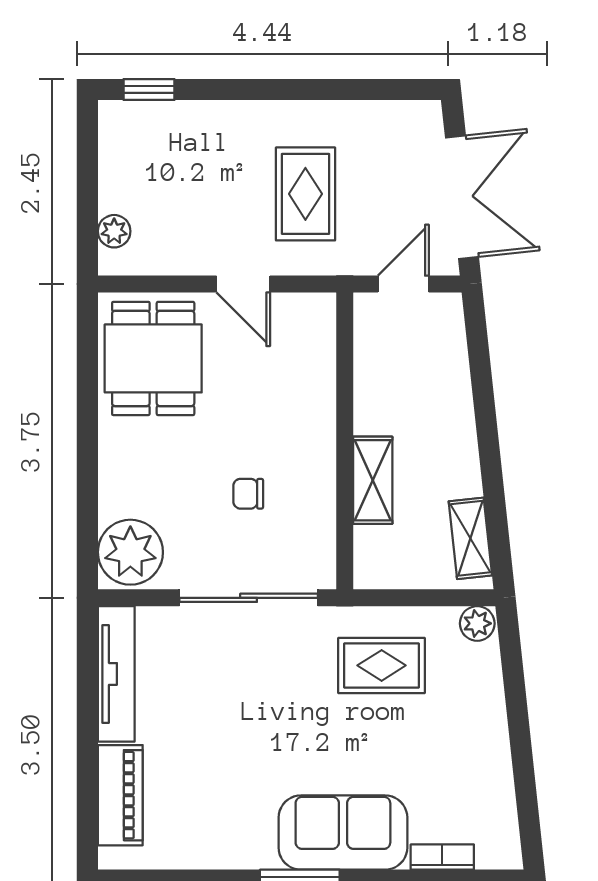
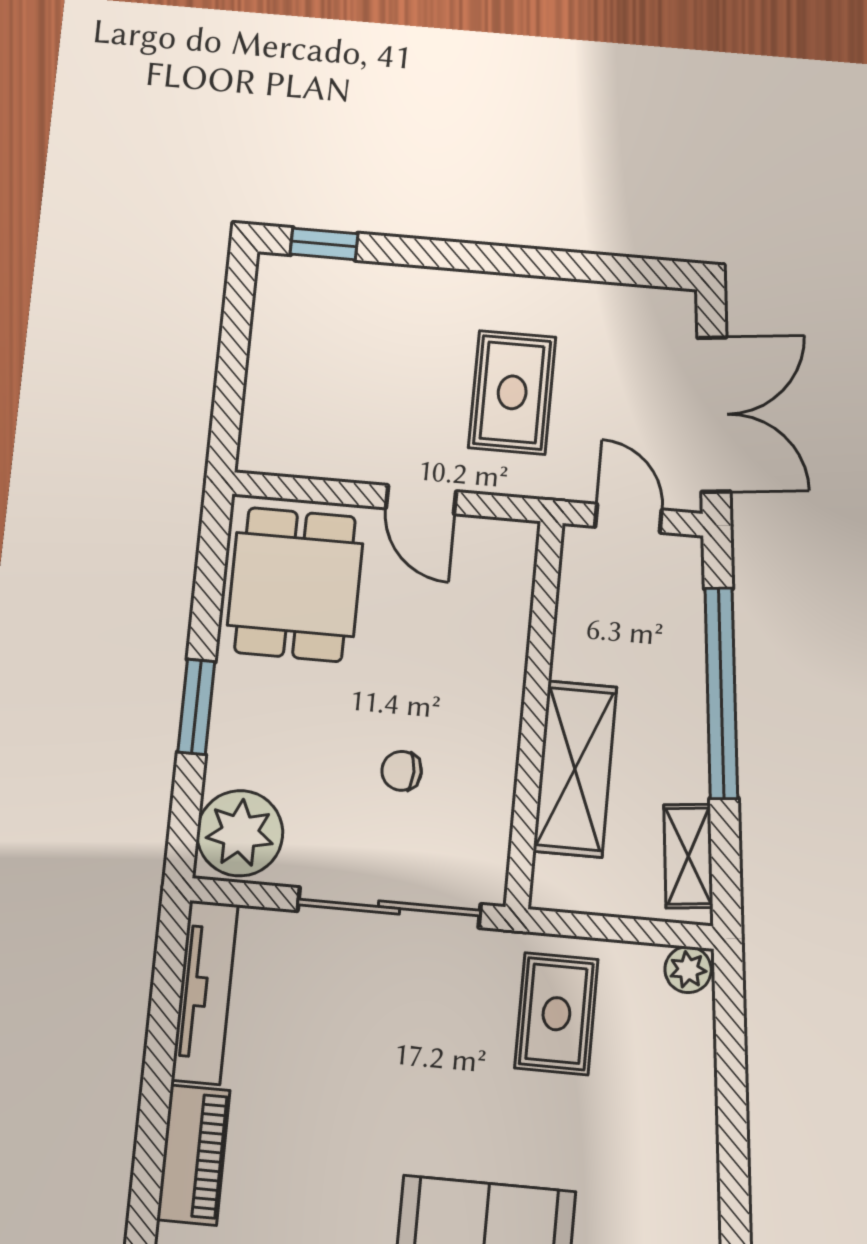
plant: (114, 231) -> (261, 418), removed
door: (403, 284) -> (628, 518), hinge flipped
window: (485, 412) -> (721, 693), added
window: (87, 459) -> (196, 707), added
shelving: (373, 480) -> (575, 769), width x1.50, depth x1.33
rug: (382, 665) -> (556, 1014), turned 90

